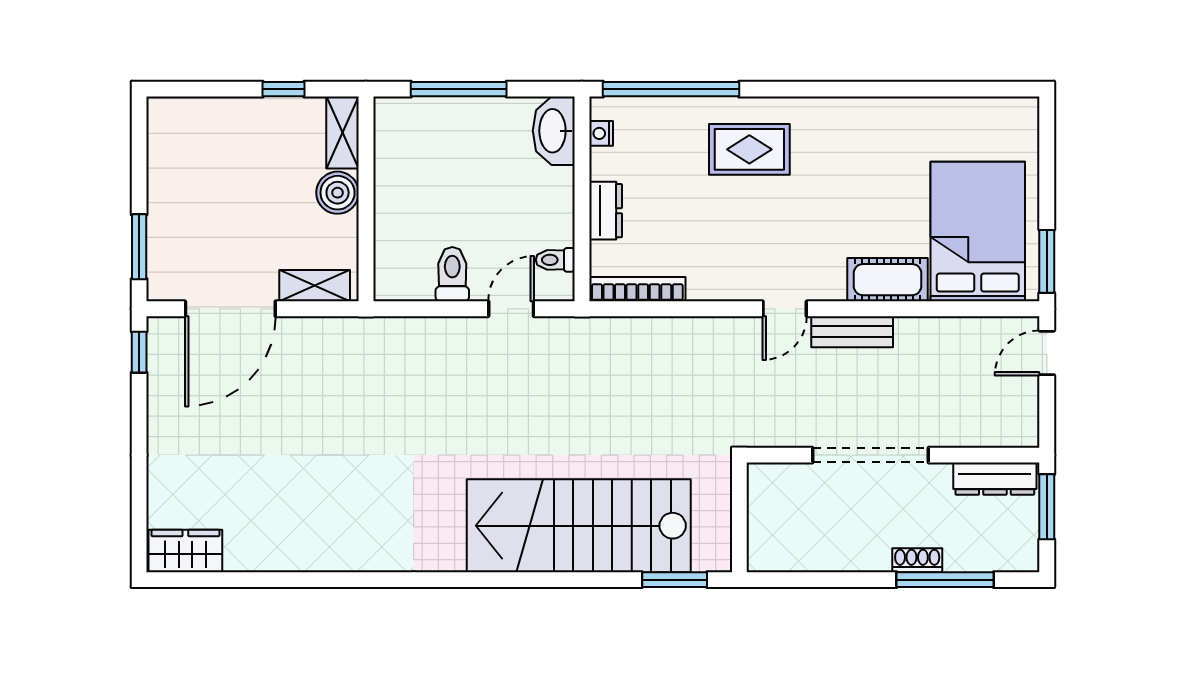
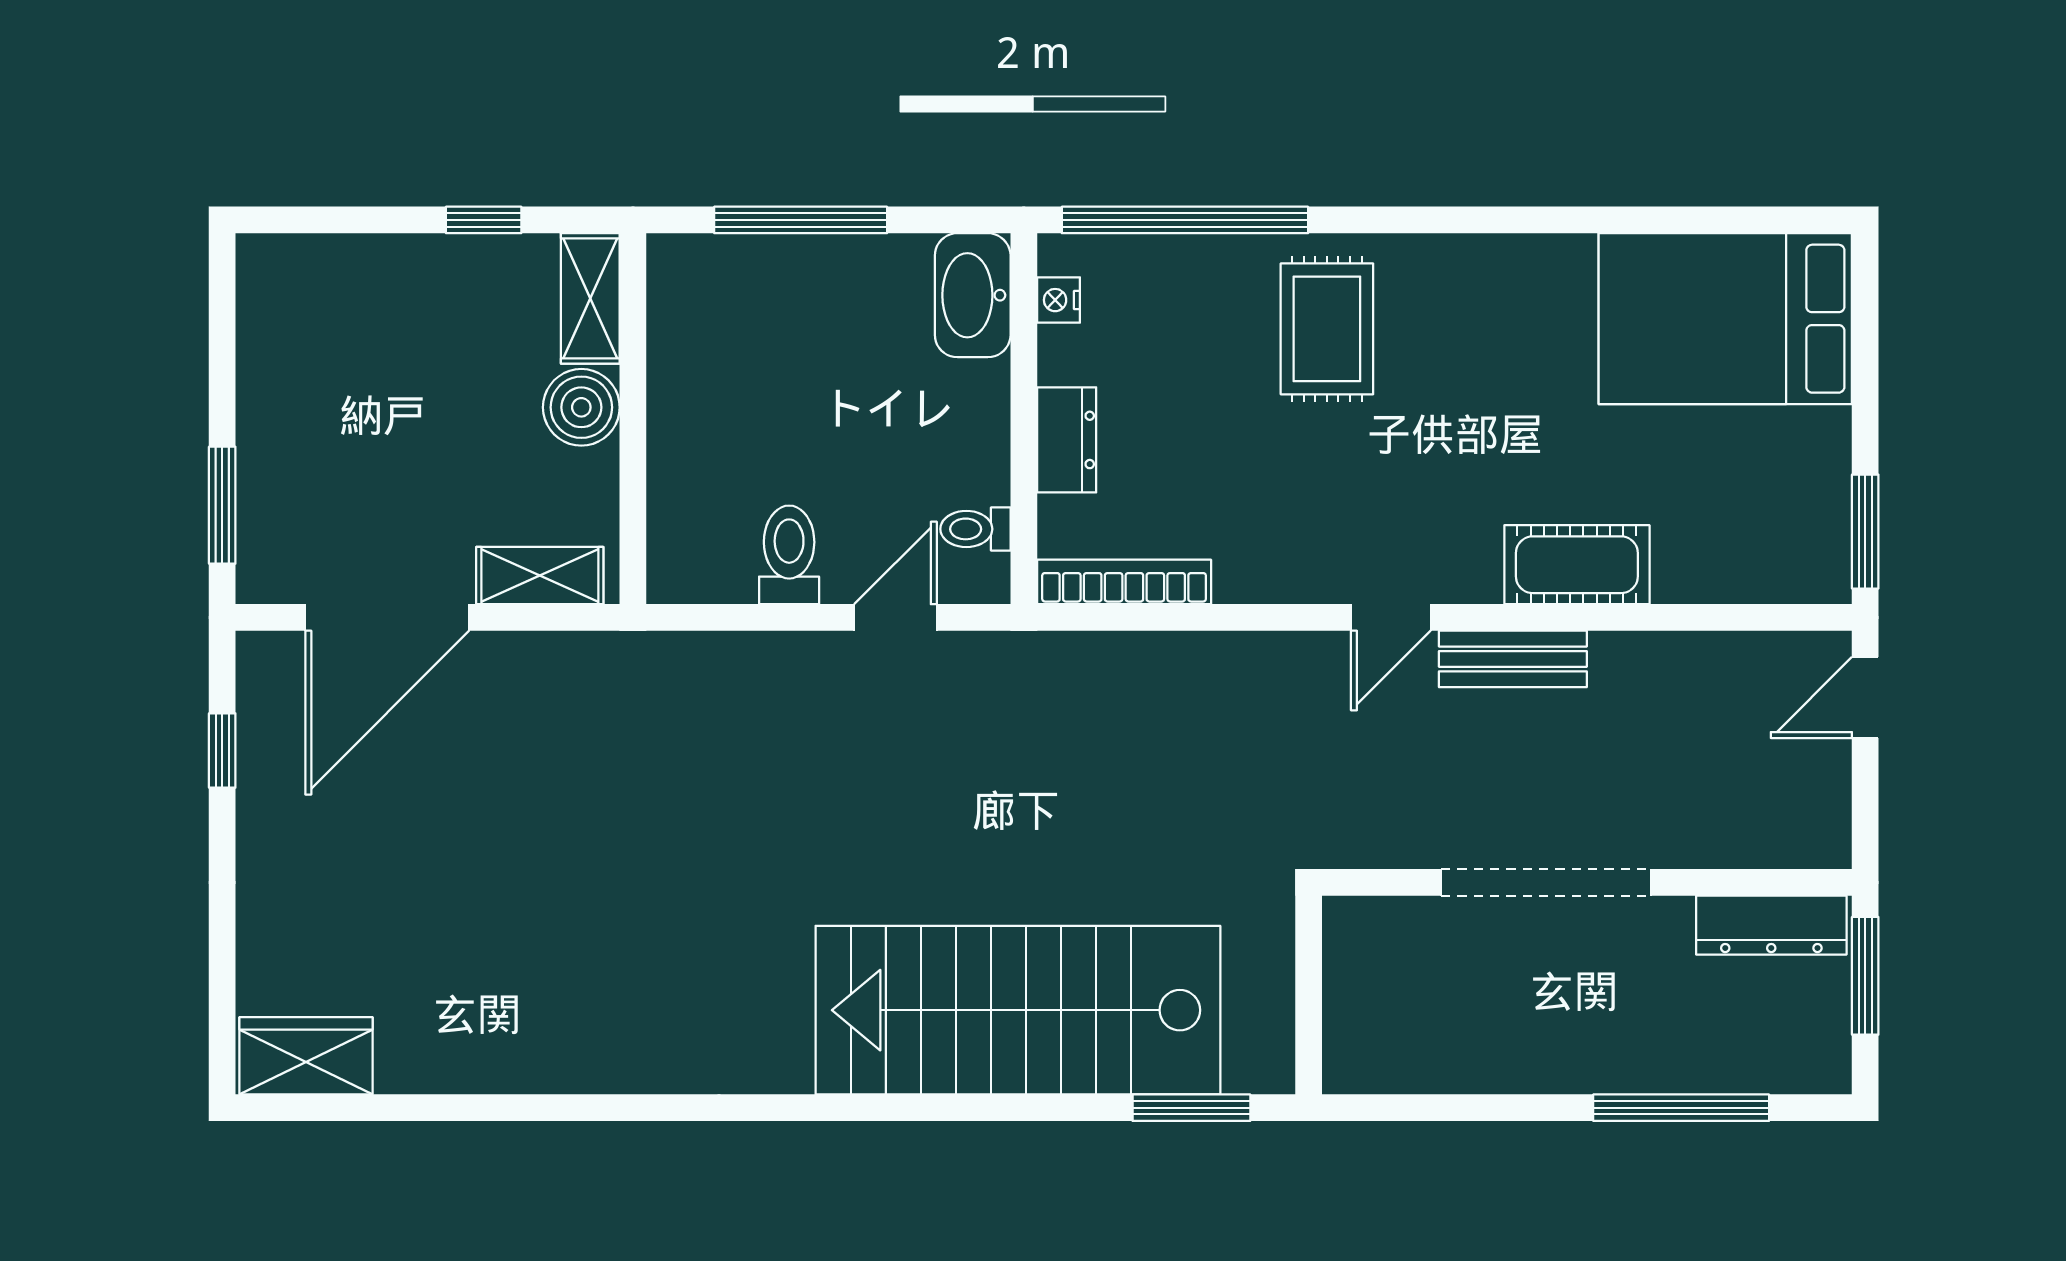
rug: (749, 149) -> (1327, 329), turned 90
bed: (978, 231) -> (1725, 319), moved, turned -90
window: (139, 352) -> (222, 751), moved
shoe rack: (917, 560) -> (1631, 1073), removed

